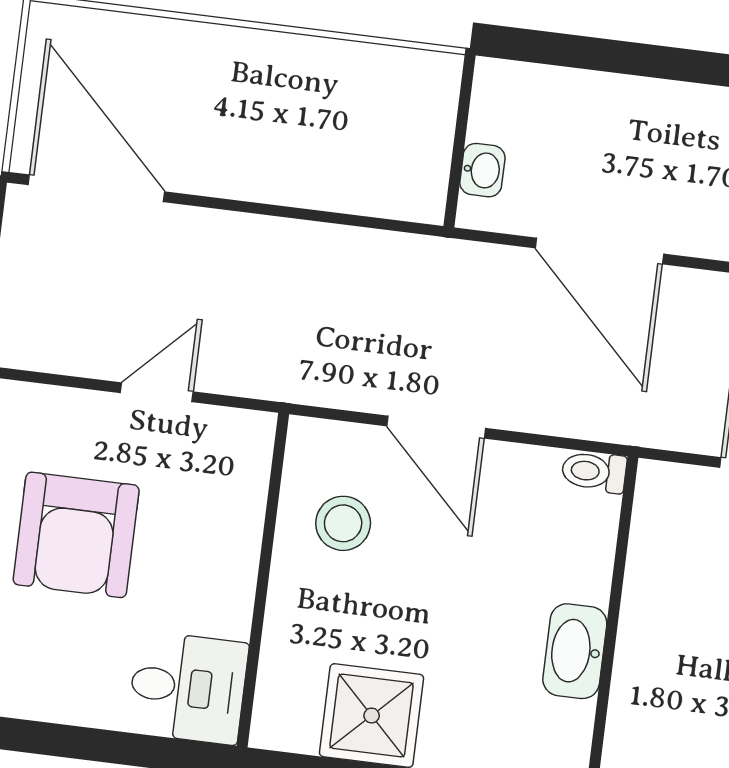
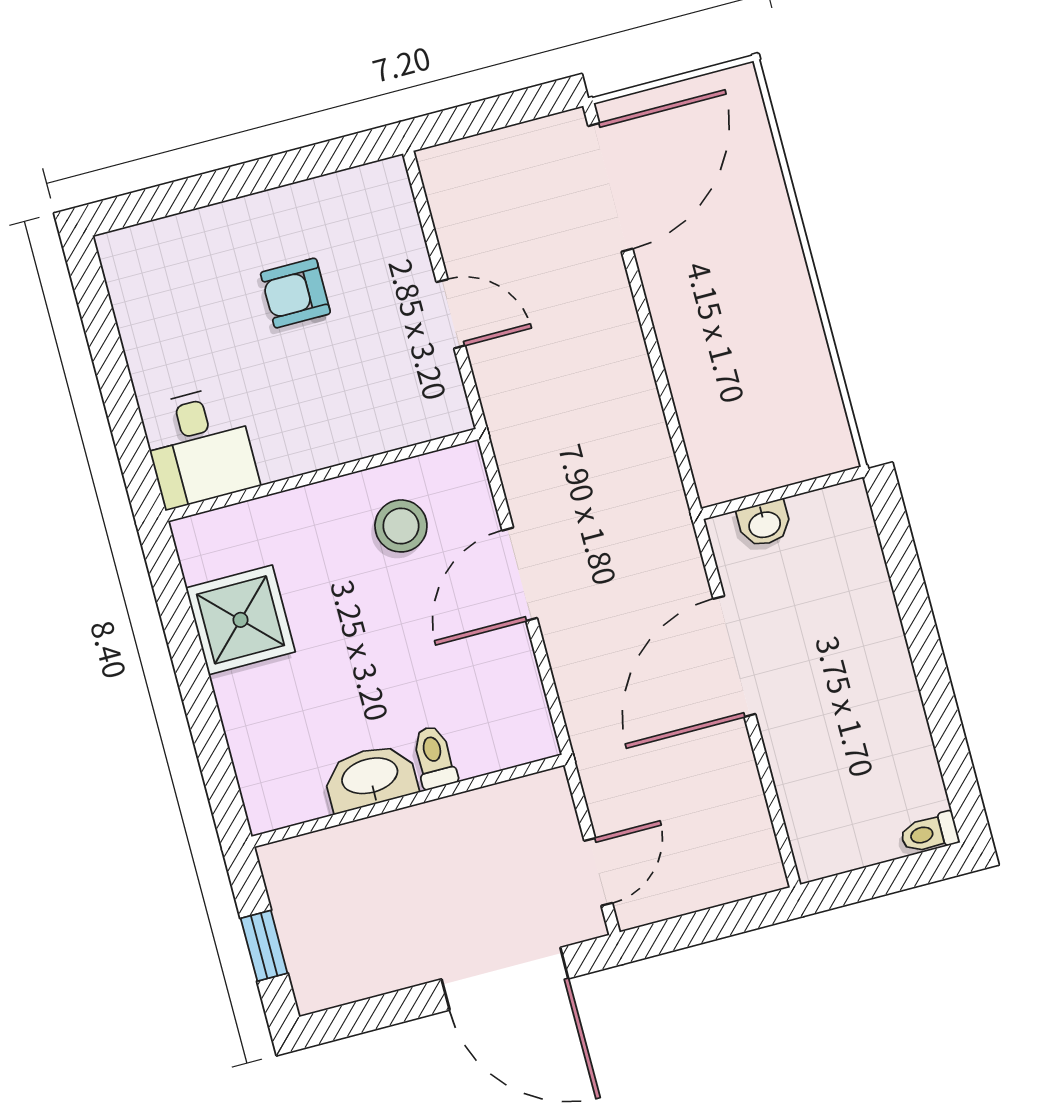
toilet: (594, 472) -> (434, 757), moved
armchair: (76, 535) -> (295, 293), width x0.53, depth x0.53

